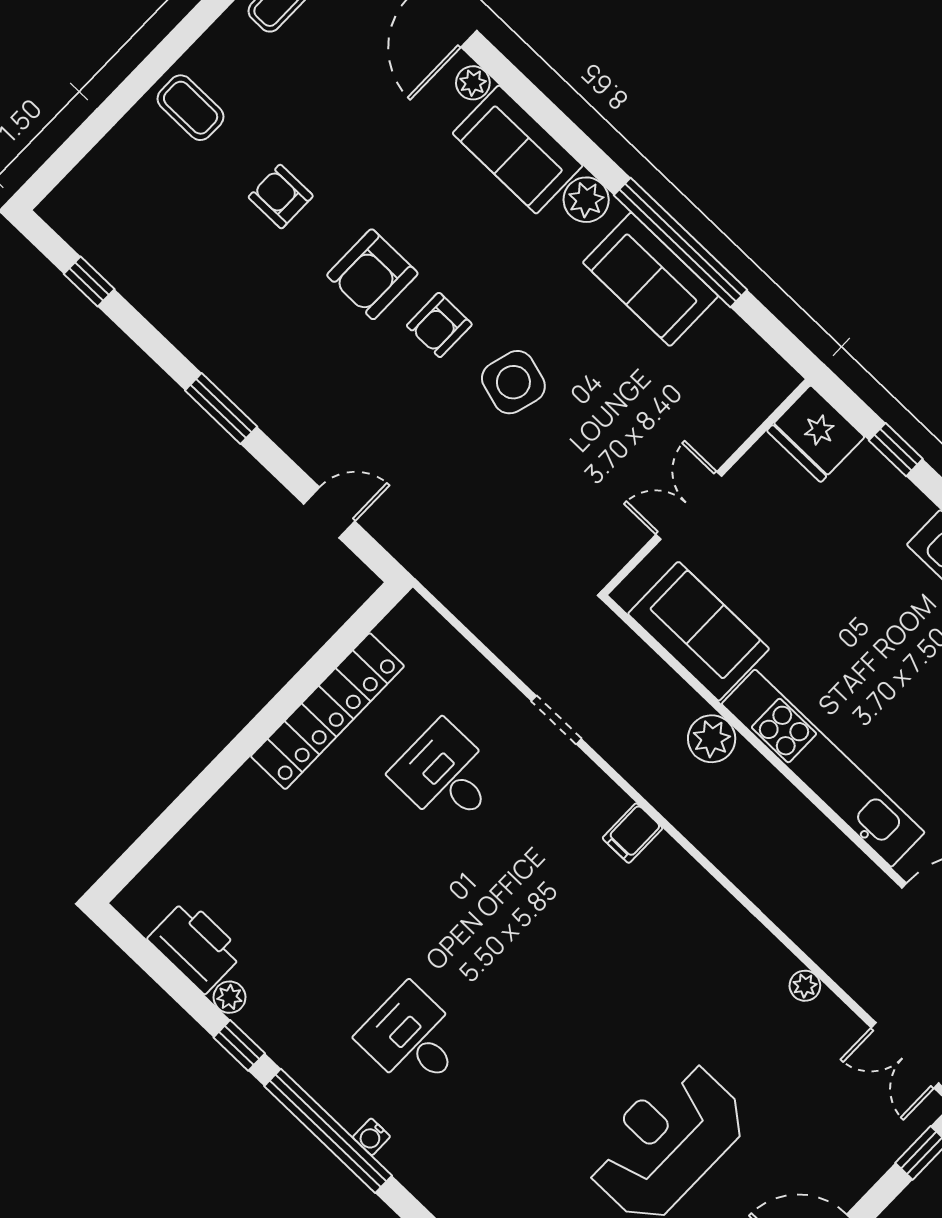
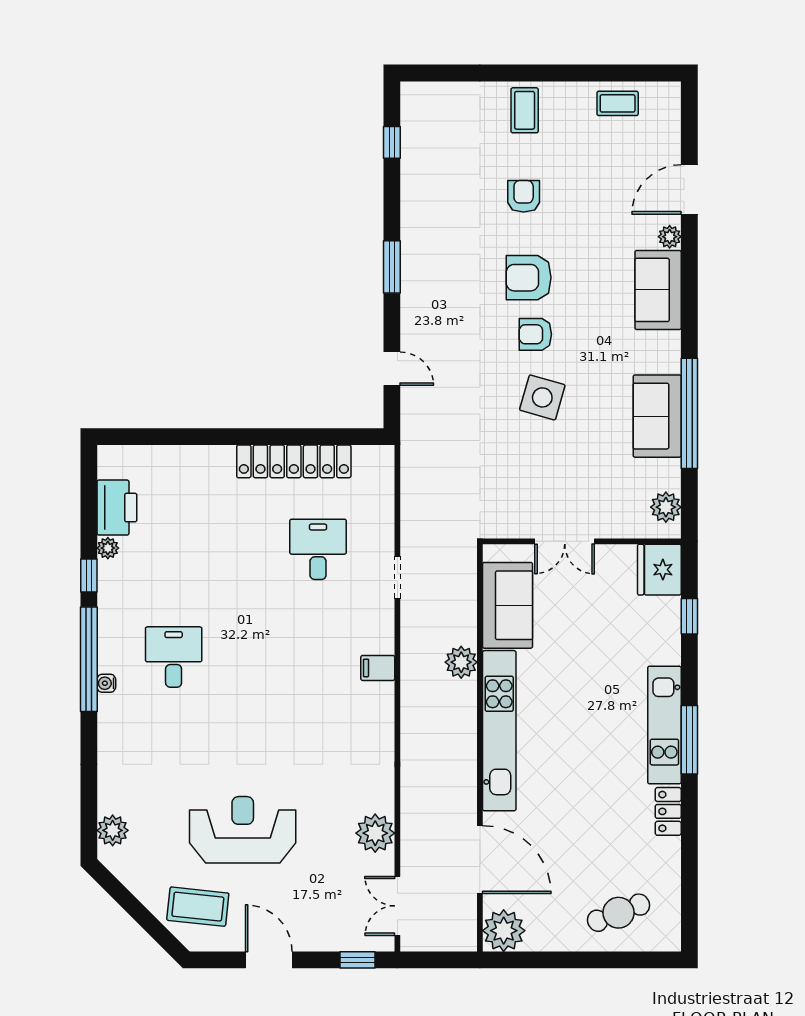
plant: (586, 200) -> (666, 507), moved
double door: (689, 505) -> (565, 541), swing flipped
plant: (805, 986) -> (375, 833), width x1.88, depth x1.88

